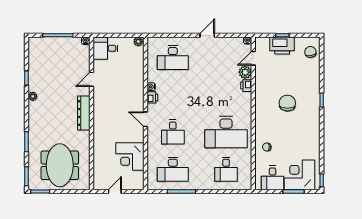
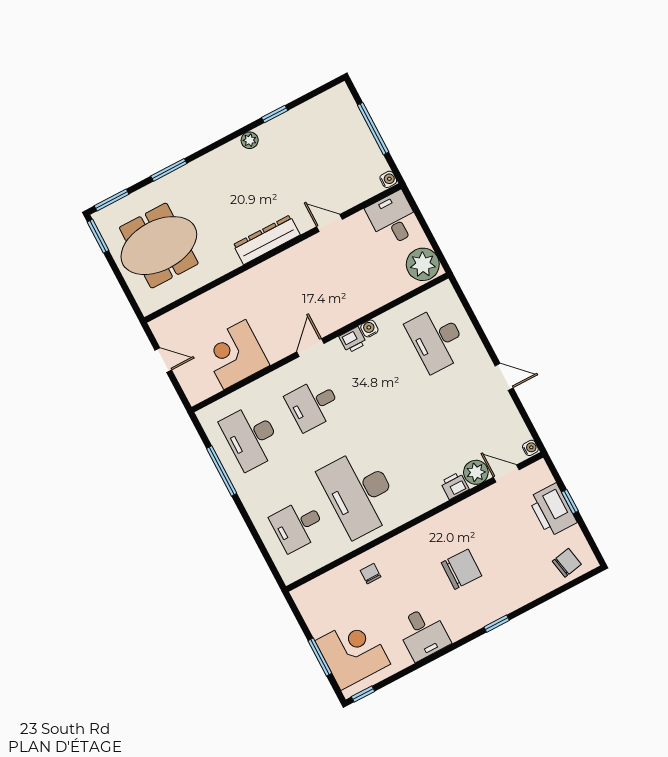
plant: (138, 42) -> (423, 264), width x1.88, depth x1.88
desk: (272, 178) -> (423, 633), moved, turned -90

